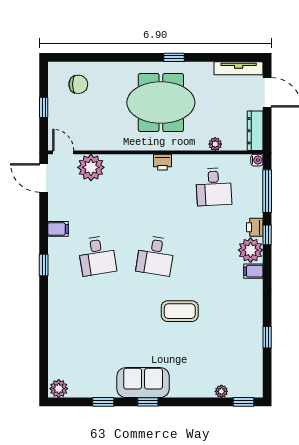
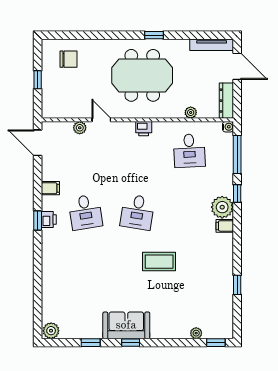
door: (63, 152) -> (101, 120), moved
plant: (91, 167) -> (80, 128), width x0.53, depth x0.53
printer: (255, 227) -> (49, 219), moved, turned 180

